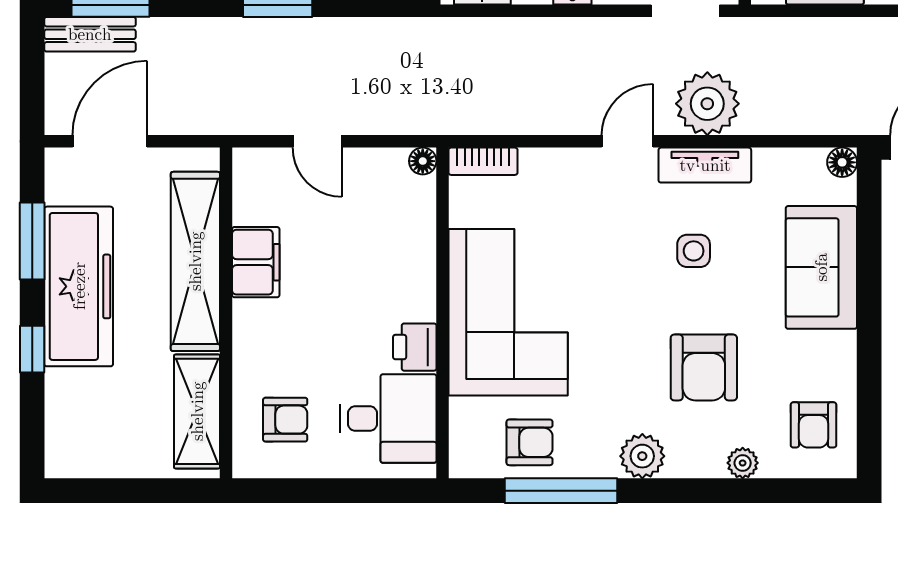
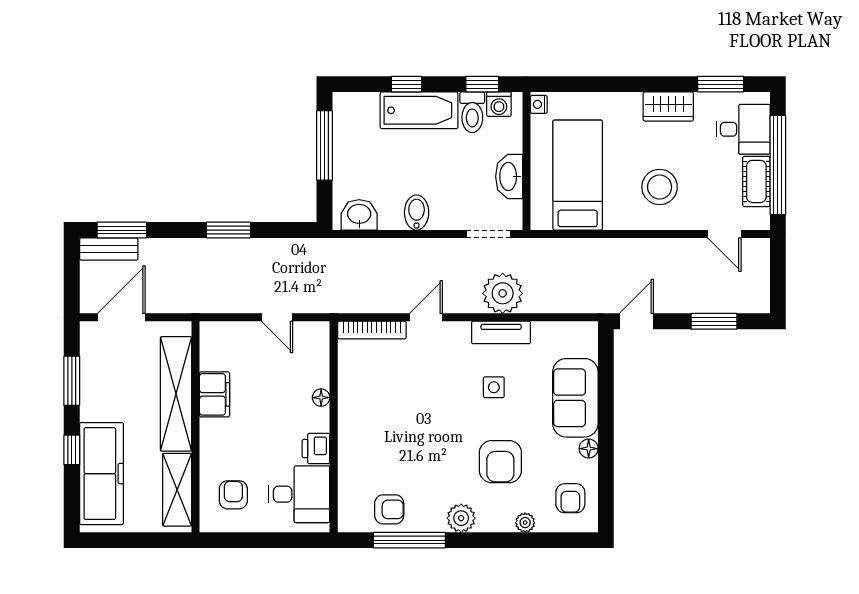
door: (317, 141) -> (277, 317), moved
door: (627, 141) -> (426, 317), moved
floor lamp: (423, 161) -> (321, 398), moved
bookcase: (483, 161) -> (372, 330), width x1.56
floor lamp: (842, 162) -> (589, 449), moved
freezer: (79, 286) -> (102, 474), moved
corner sofa: (508, 312) -> (376, 426), removed
armchair: (285, 420) -> (233, 495), turned -90

